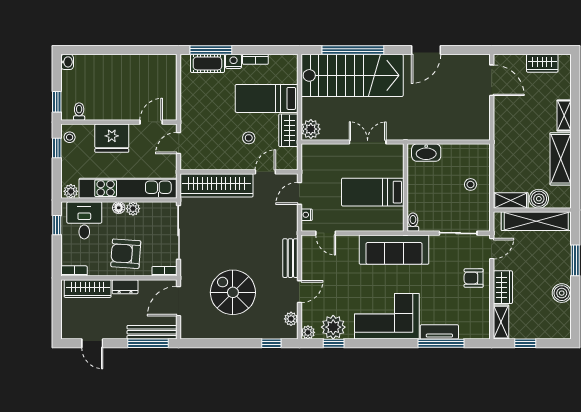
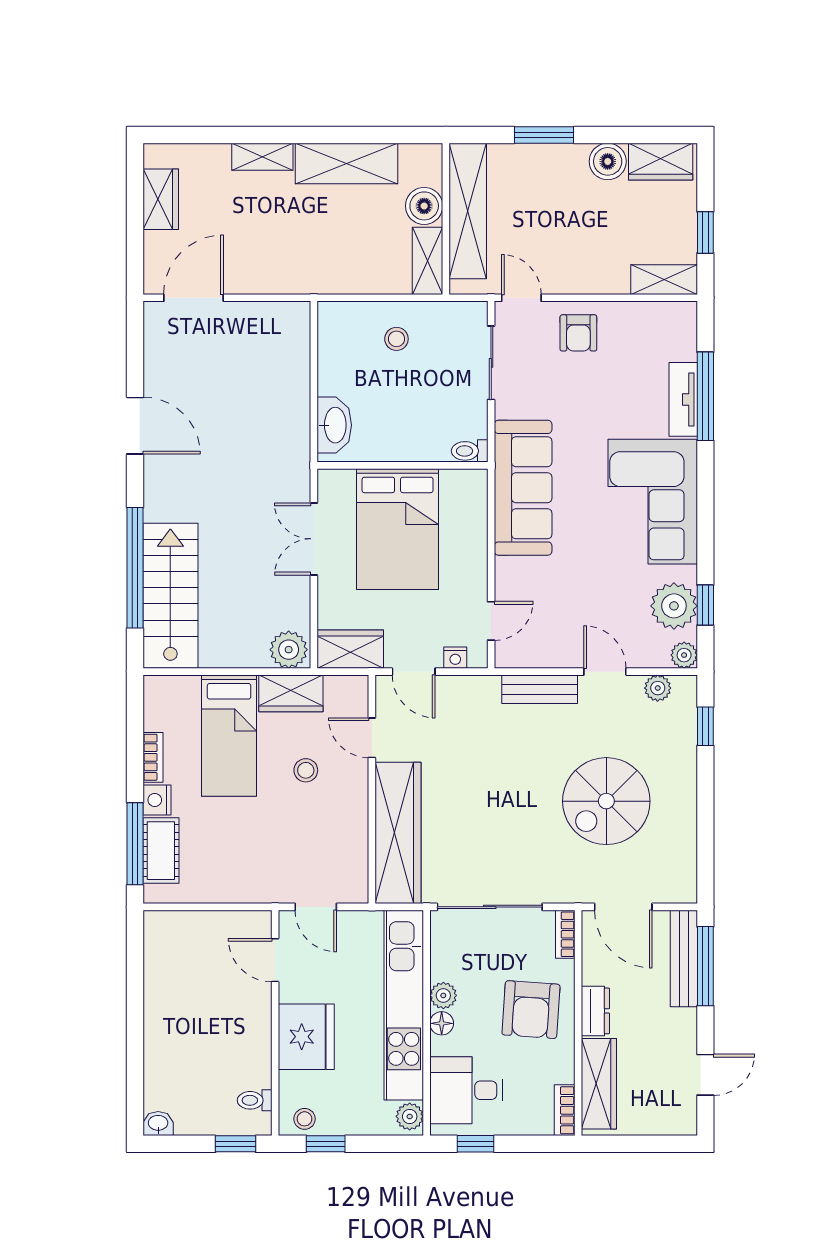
stairs: (352, 75) -> (170, 596), width x0.73, depth x0.66
wardrobe: (311, 161) -> (350, 649), added
bed: (373, 192) -> (398, 529), width x1.50
wardrobe: (503, 287) -> (661, 162), moved, turned 180

